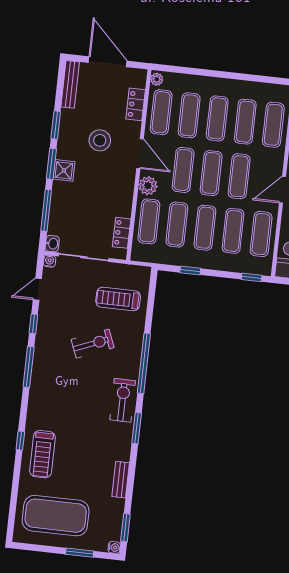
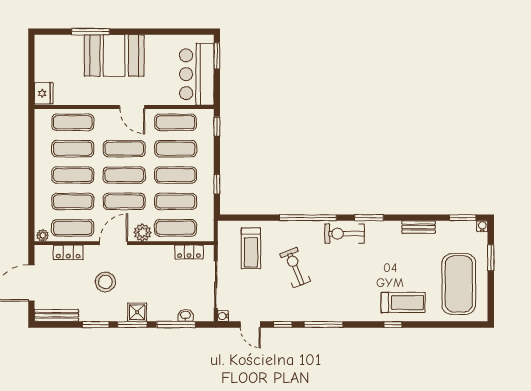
washbasin: (52, 244) -> (185, 315), moved

